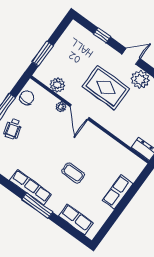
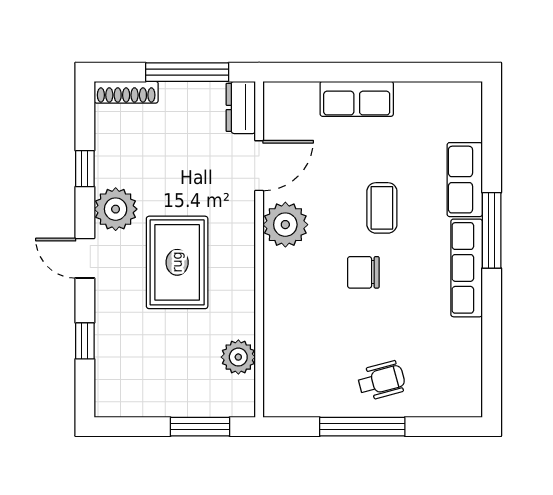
chair: (27, 98) -> (363, 272), moved
plant: (61, 107) -> (285, 225), moved, width x1.87, depth x1.87
door: (79, 112) -> (259, 166), moved
row of seats: (76, 219) -> (465, 180), moved

